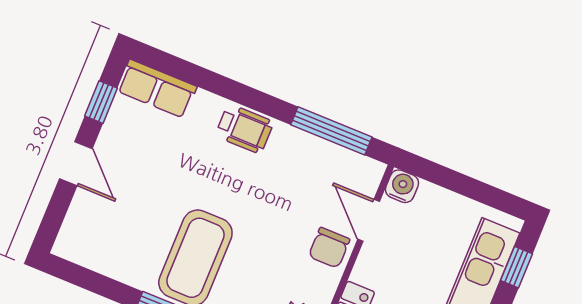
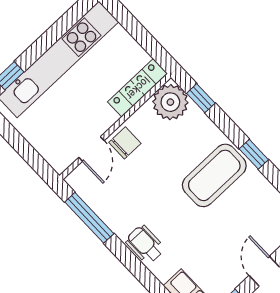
water cooler: (402, 186) -> (60, 161), removed

